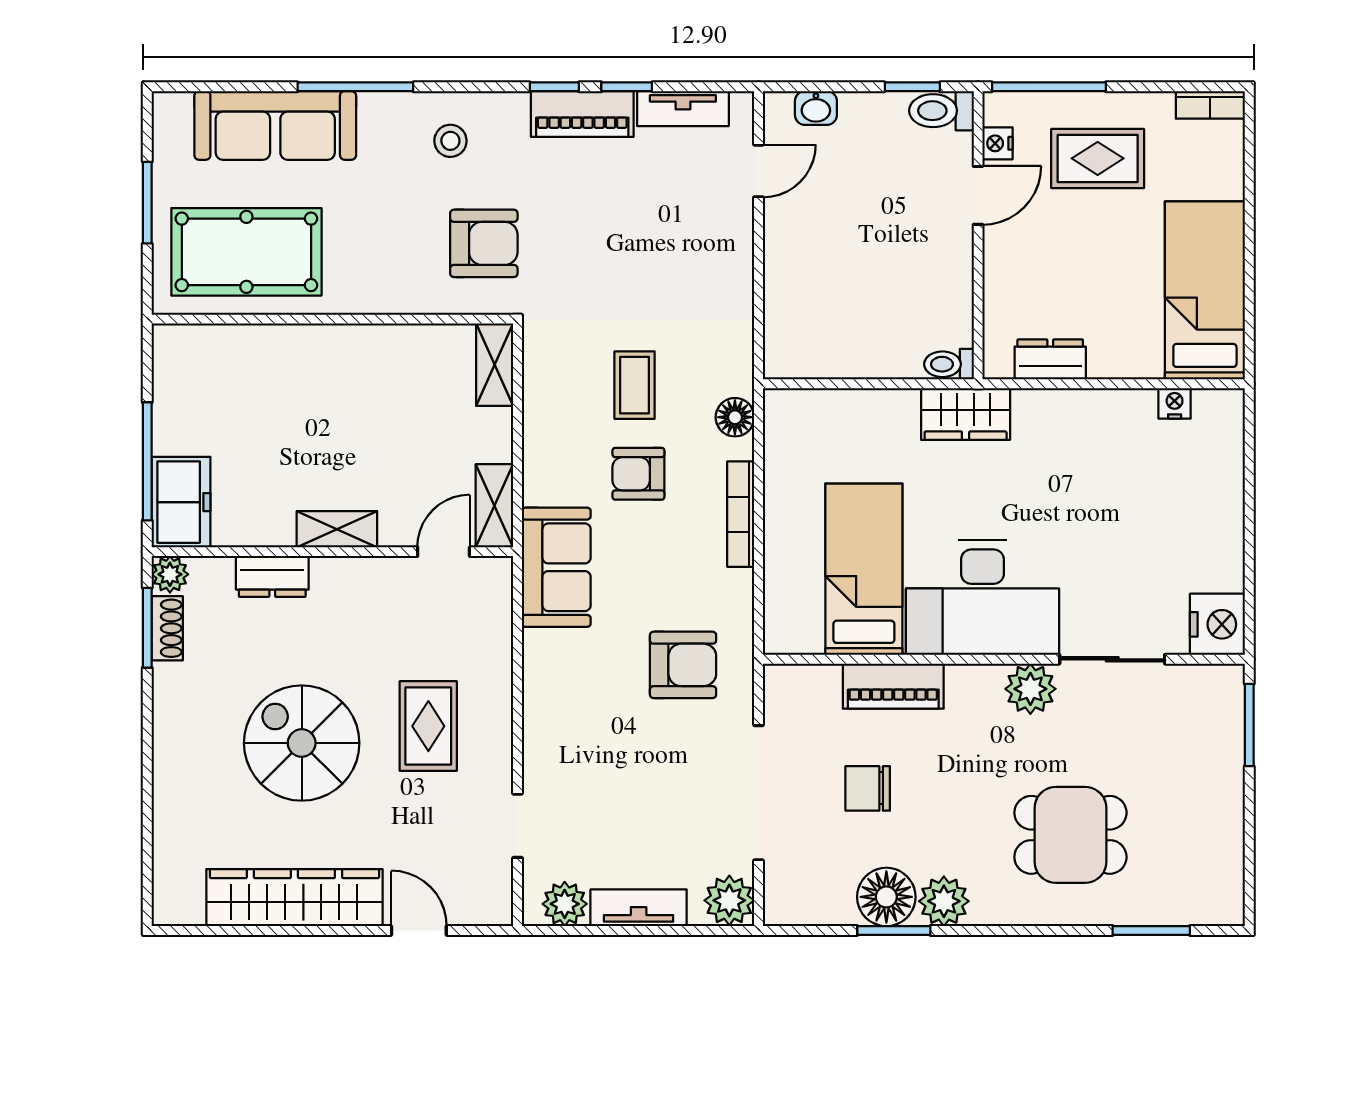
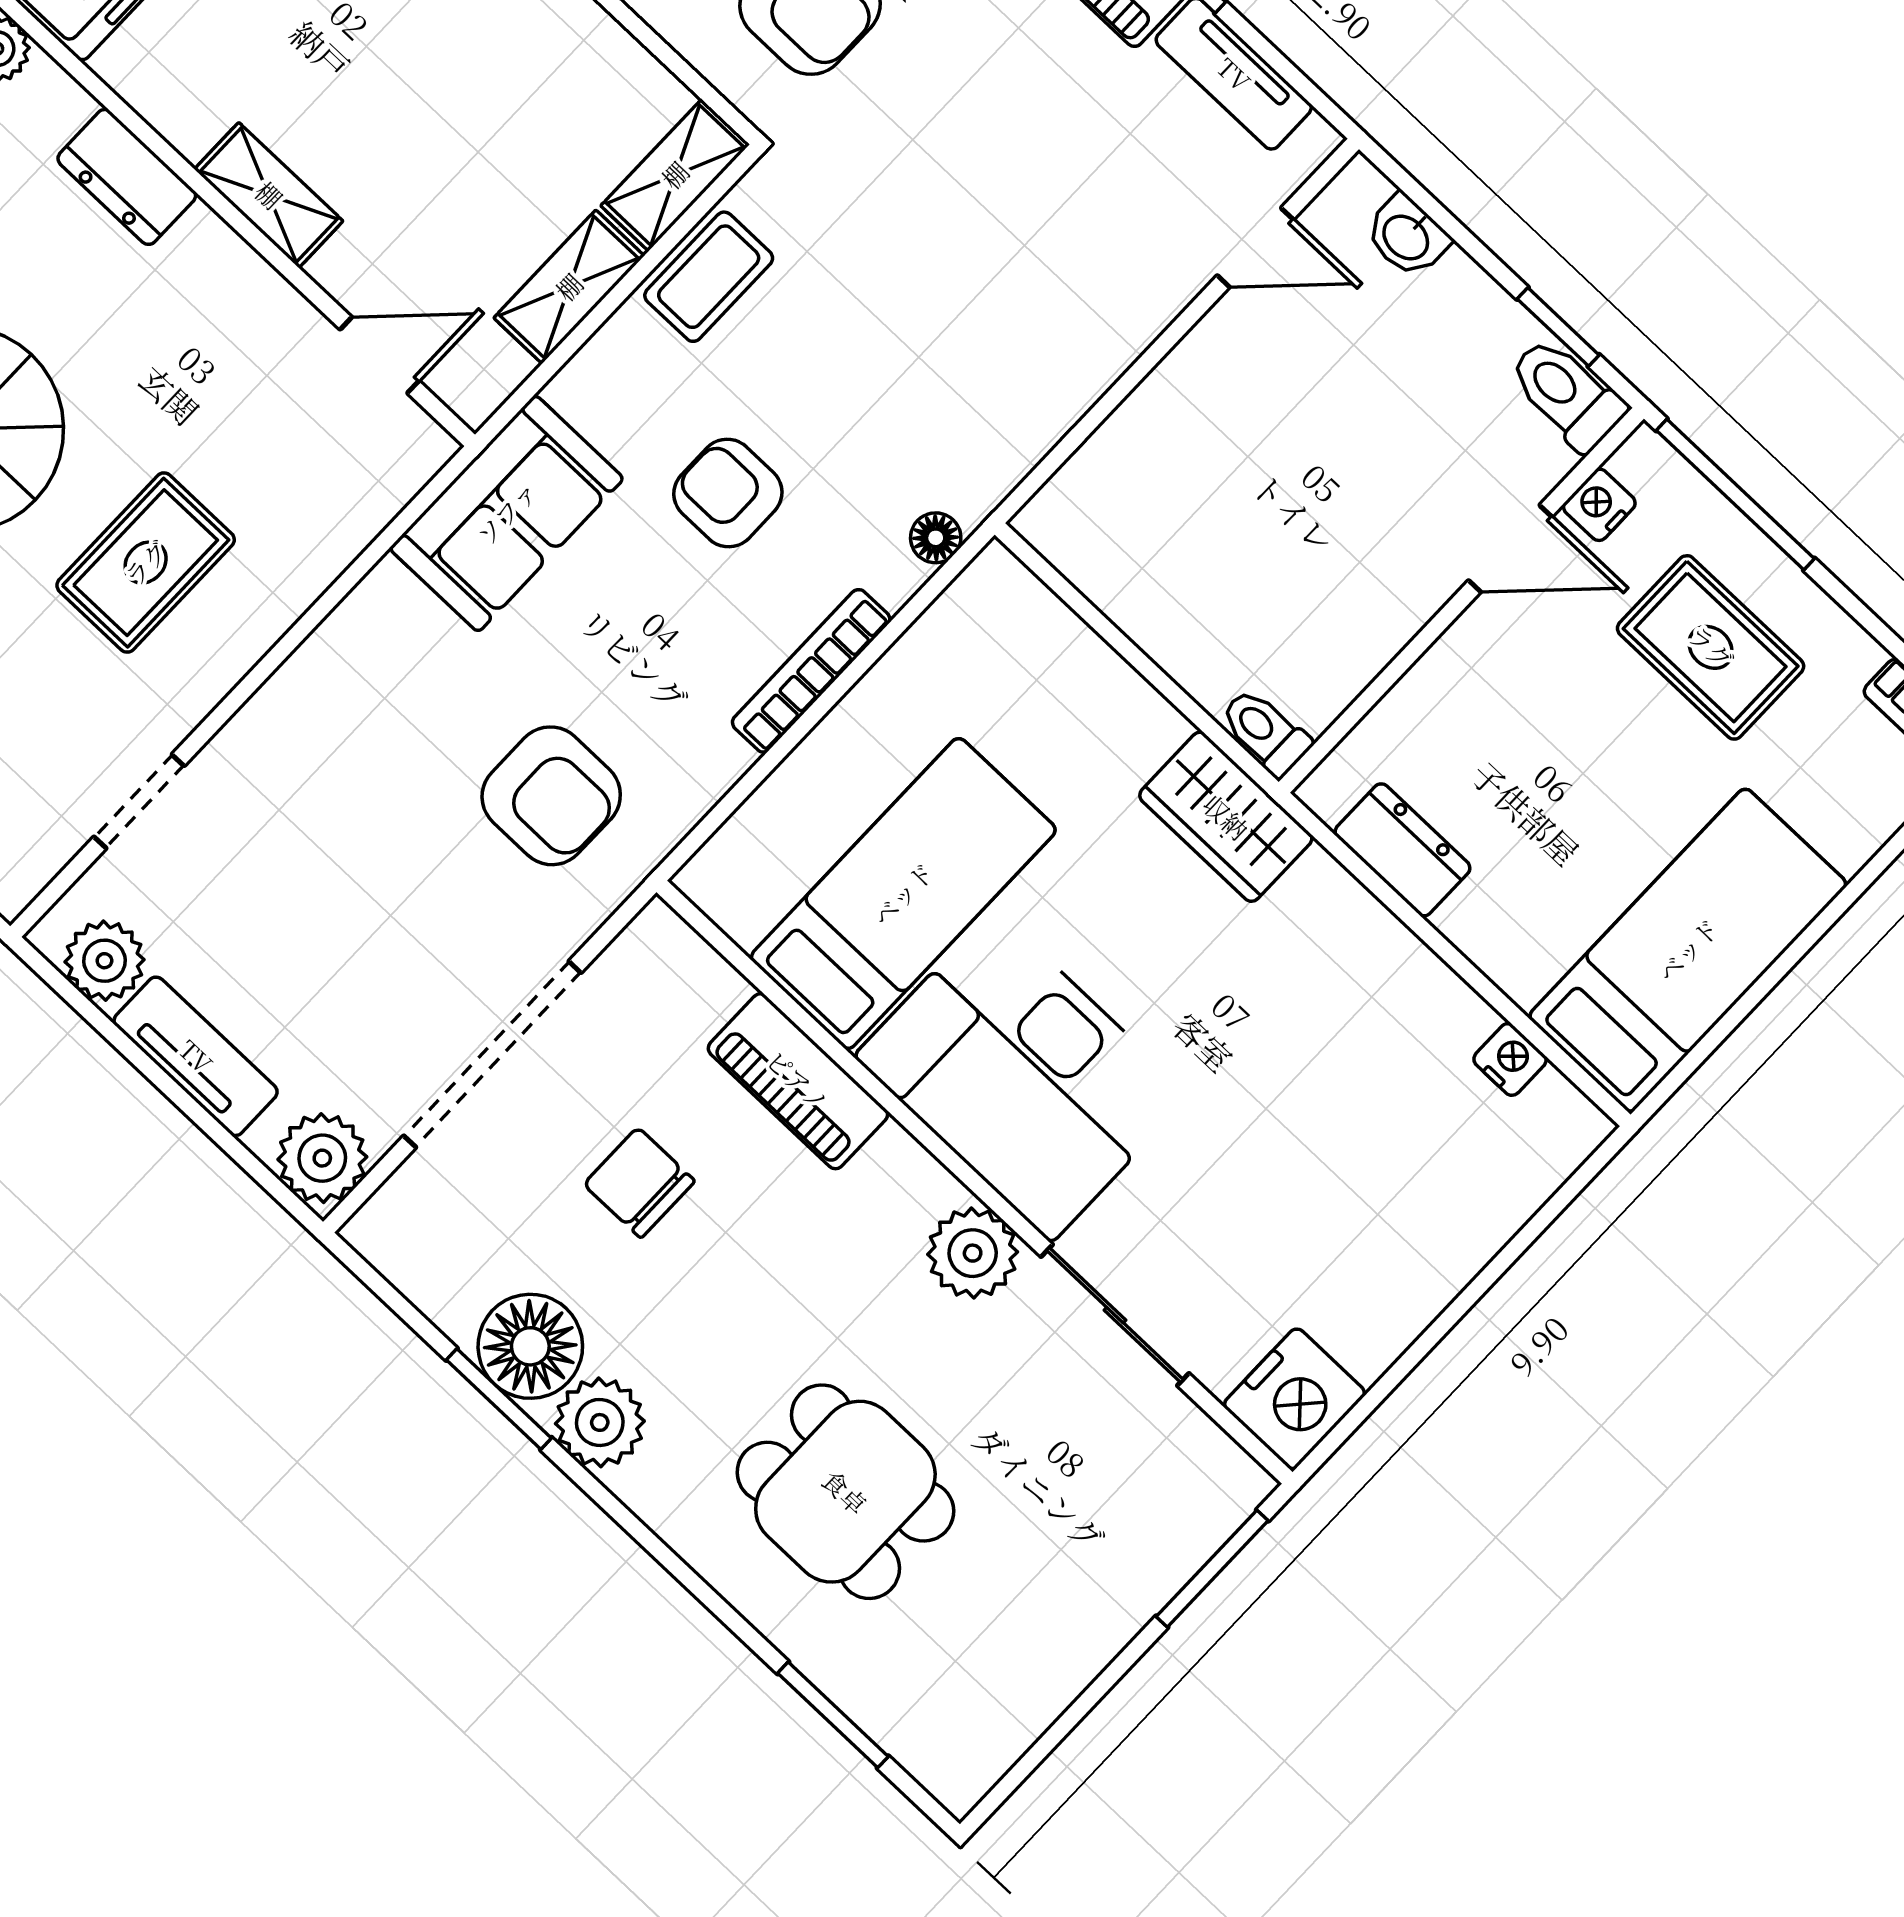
coffee table: (635, 385) -> (709, 277), moved
floor lamp: (735, 417) -> (936, 538), width x0.73, depth x0.73
shelving: (494, 506) -> (569, 287), moved

